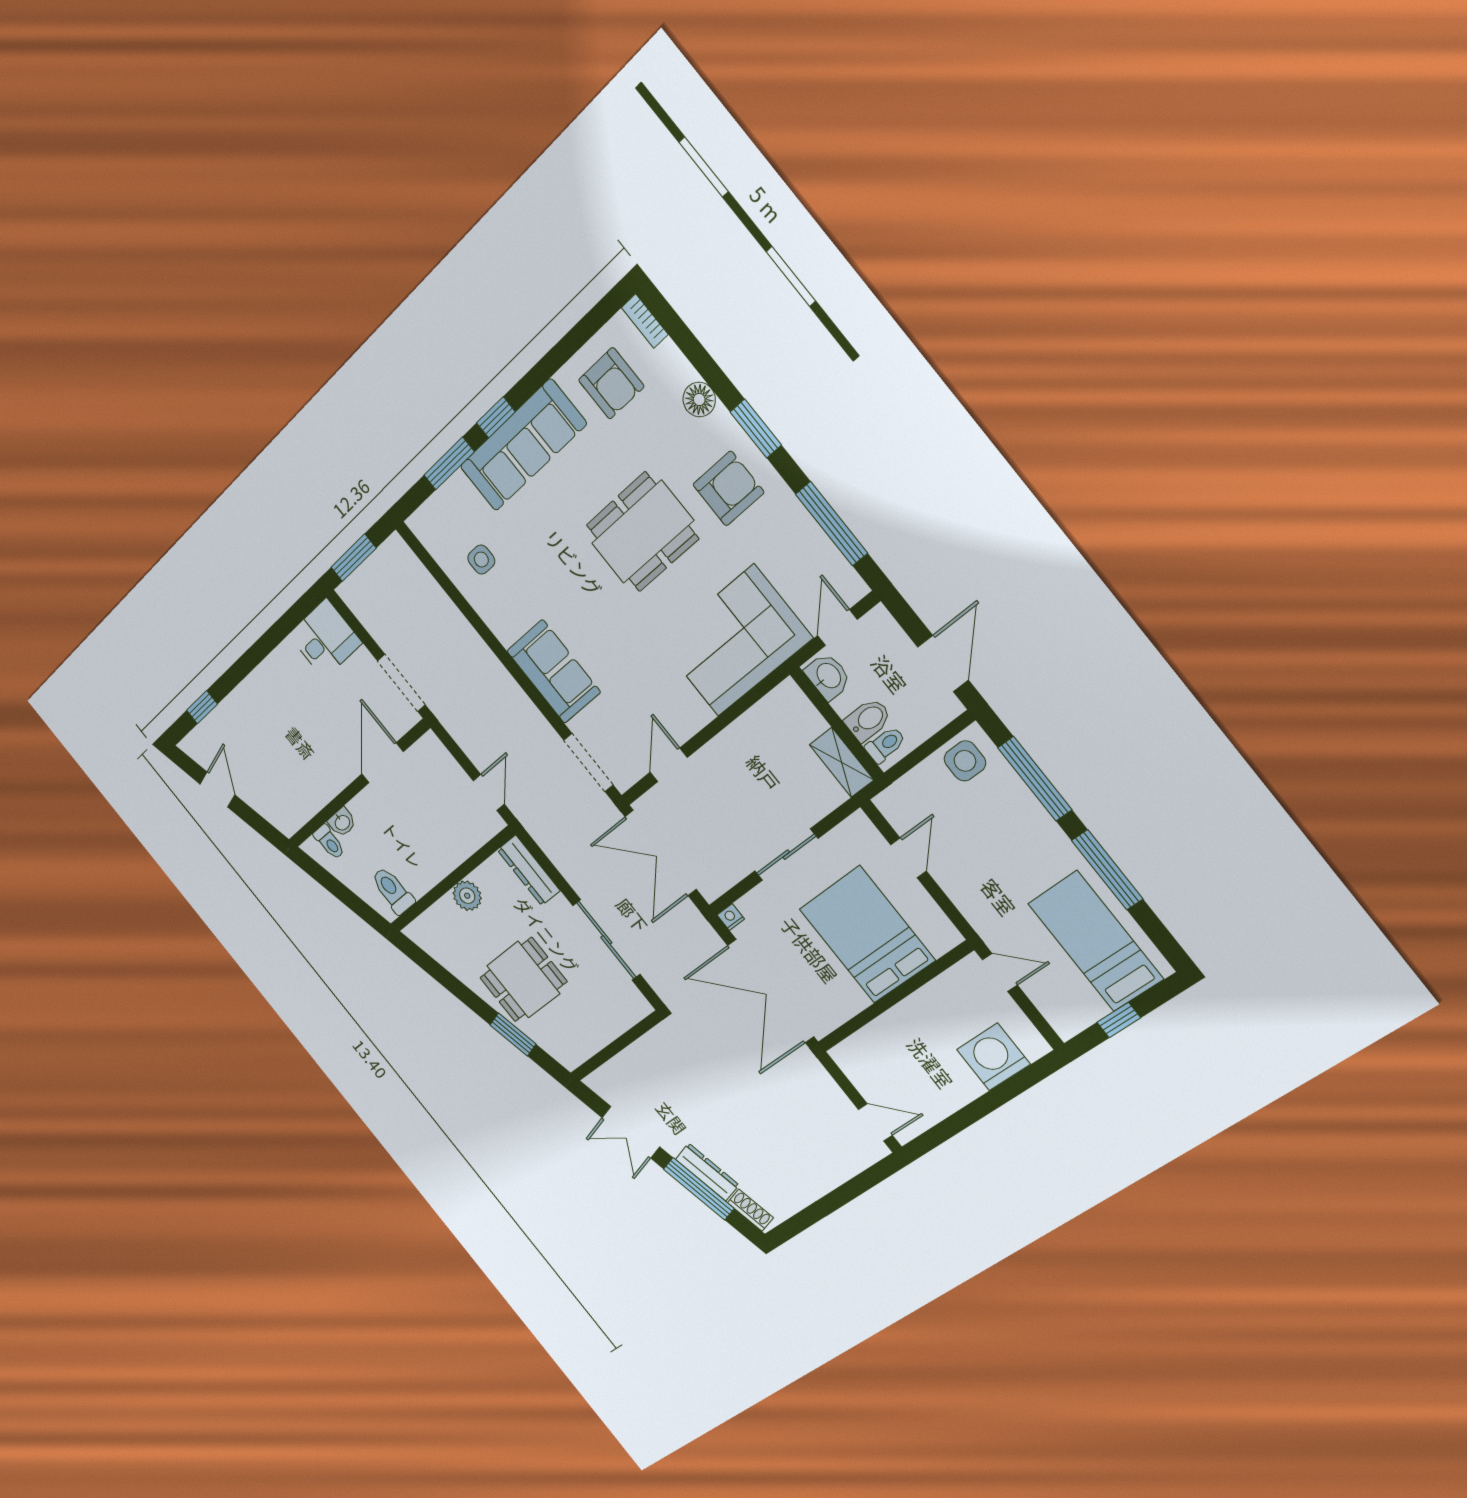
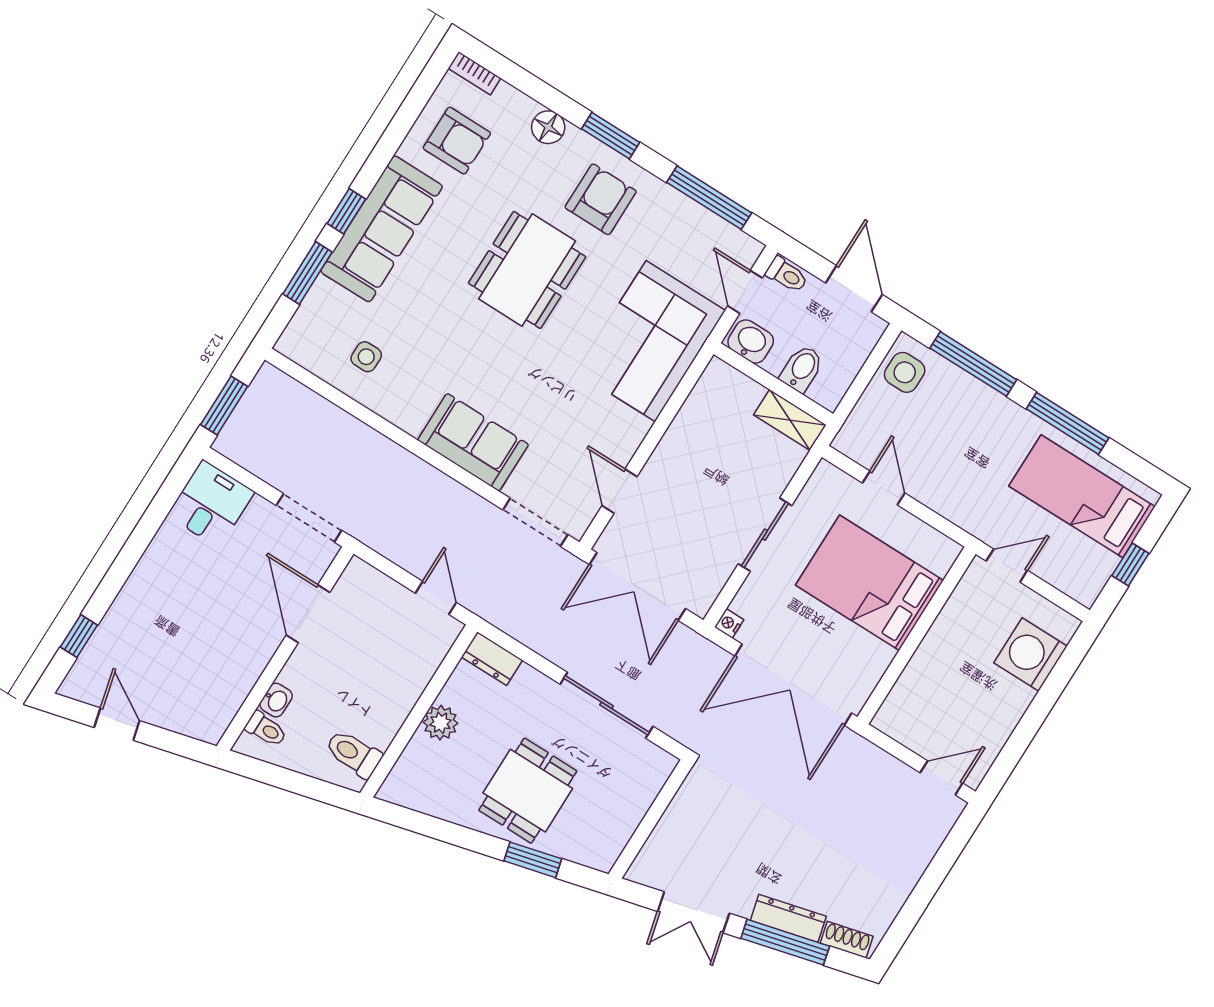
toilet: (885, 745) -> (787, 275), moved, turned 90
dresser: (529, 870) -> (492, 659), width x0.70

